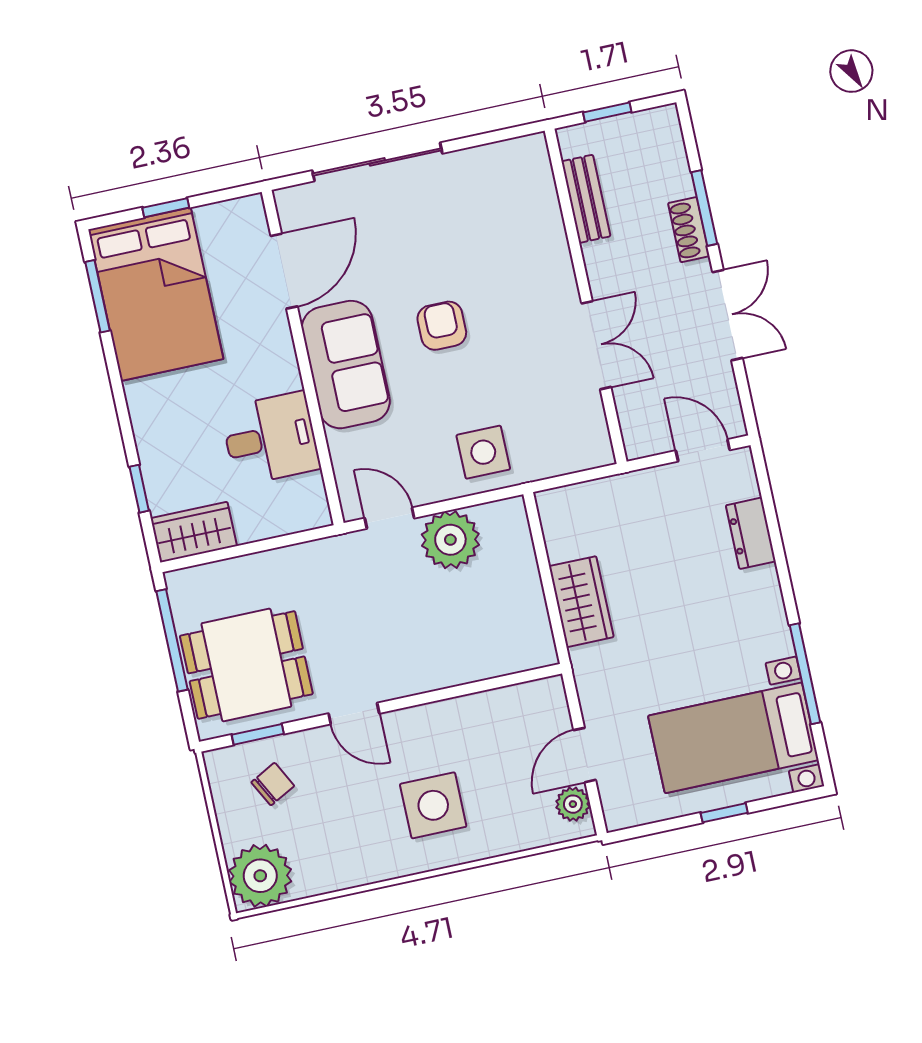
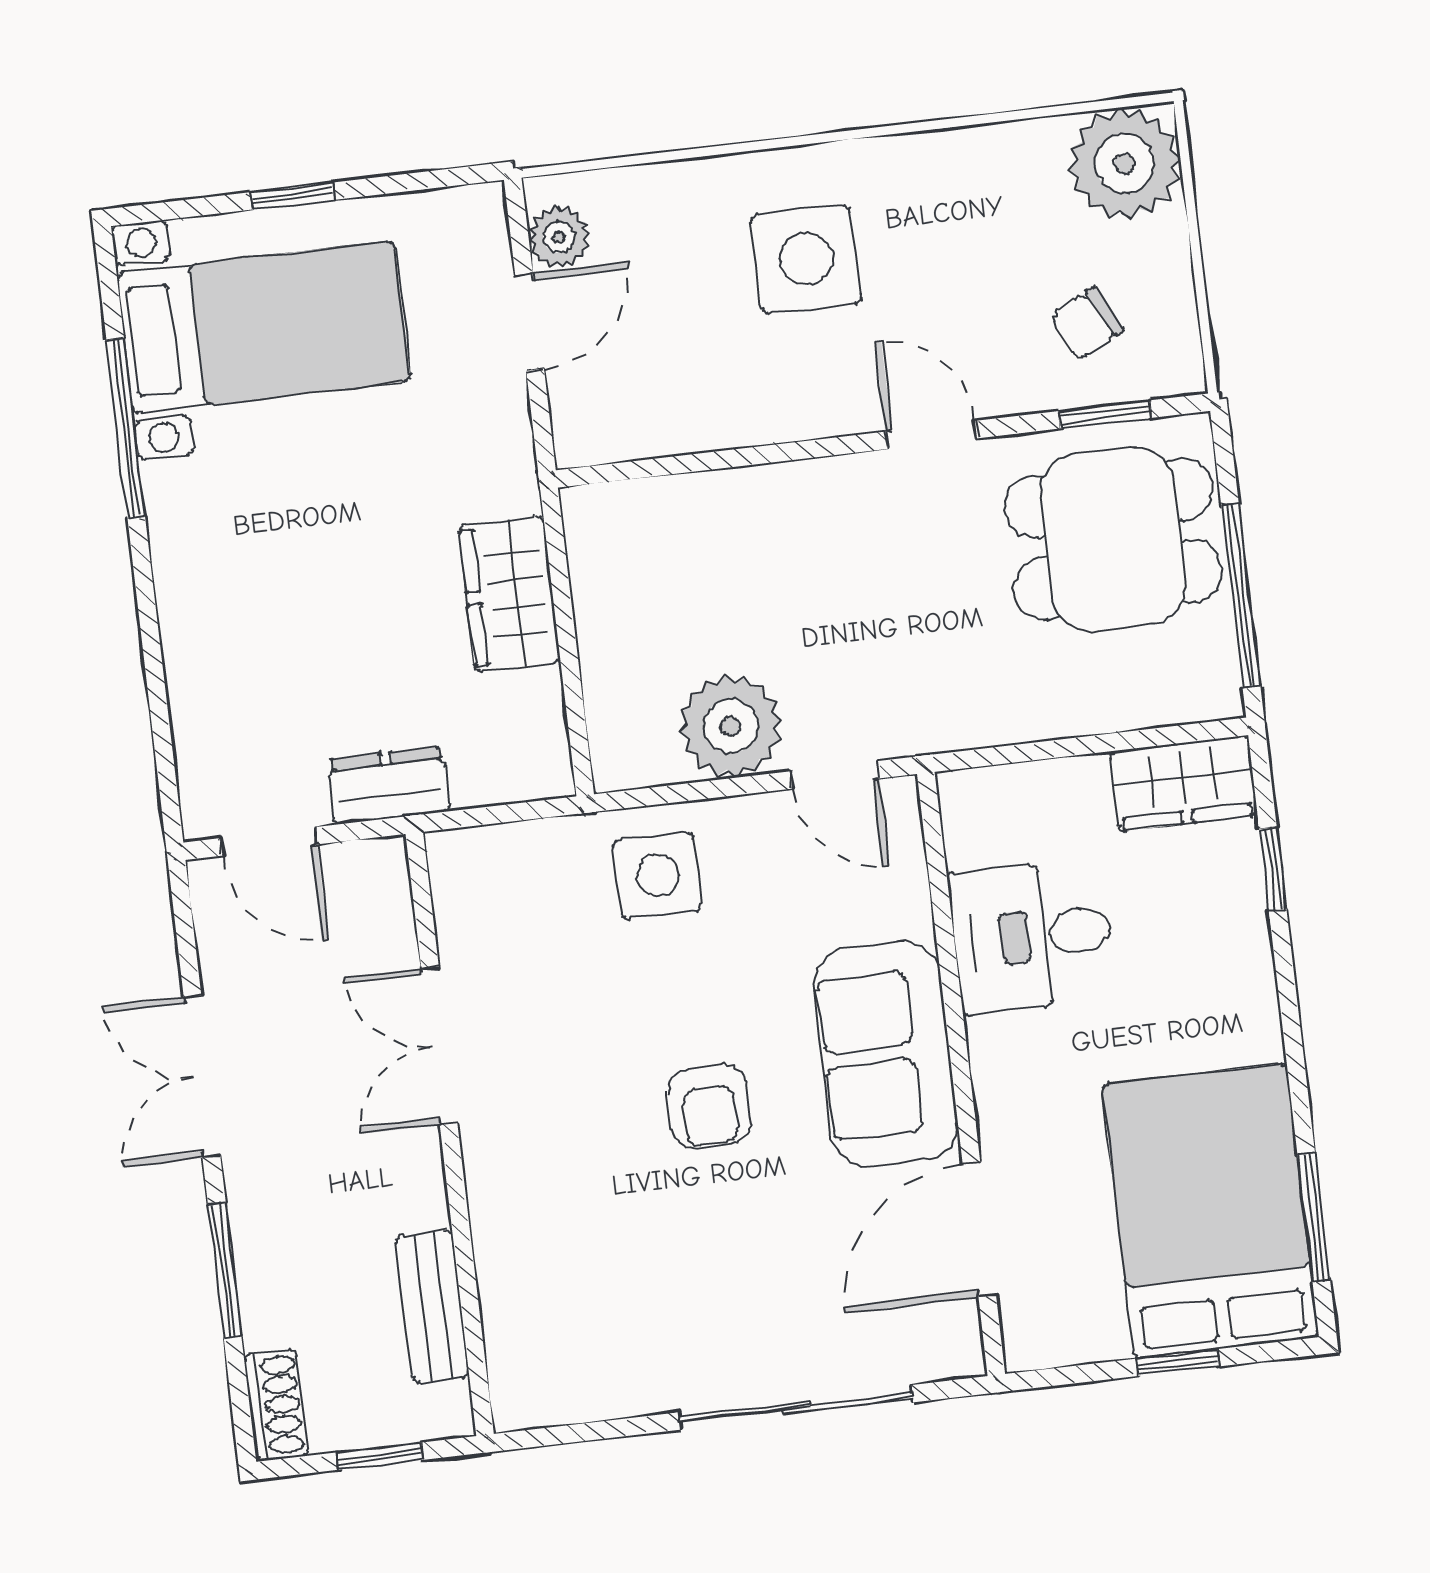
shoe rack: (689, 230) -> (276, 1405), moved
dresser: (751, 533) -> (389, 785), moved, turned -90

